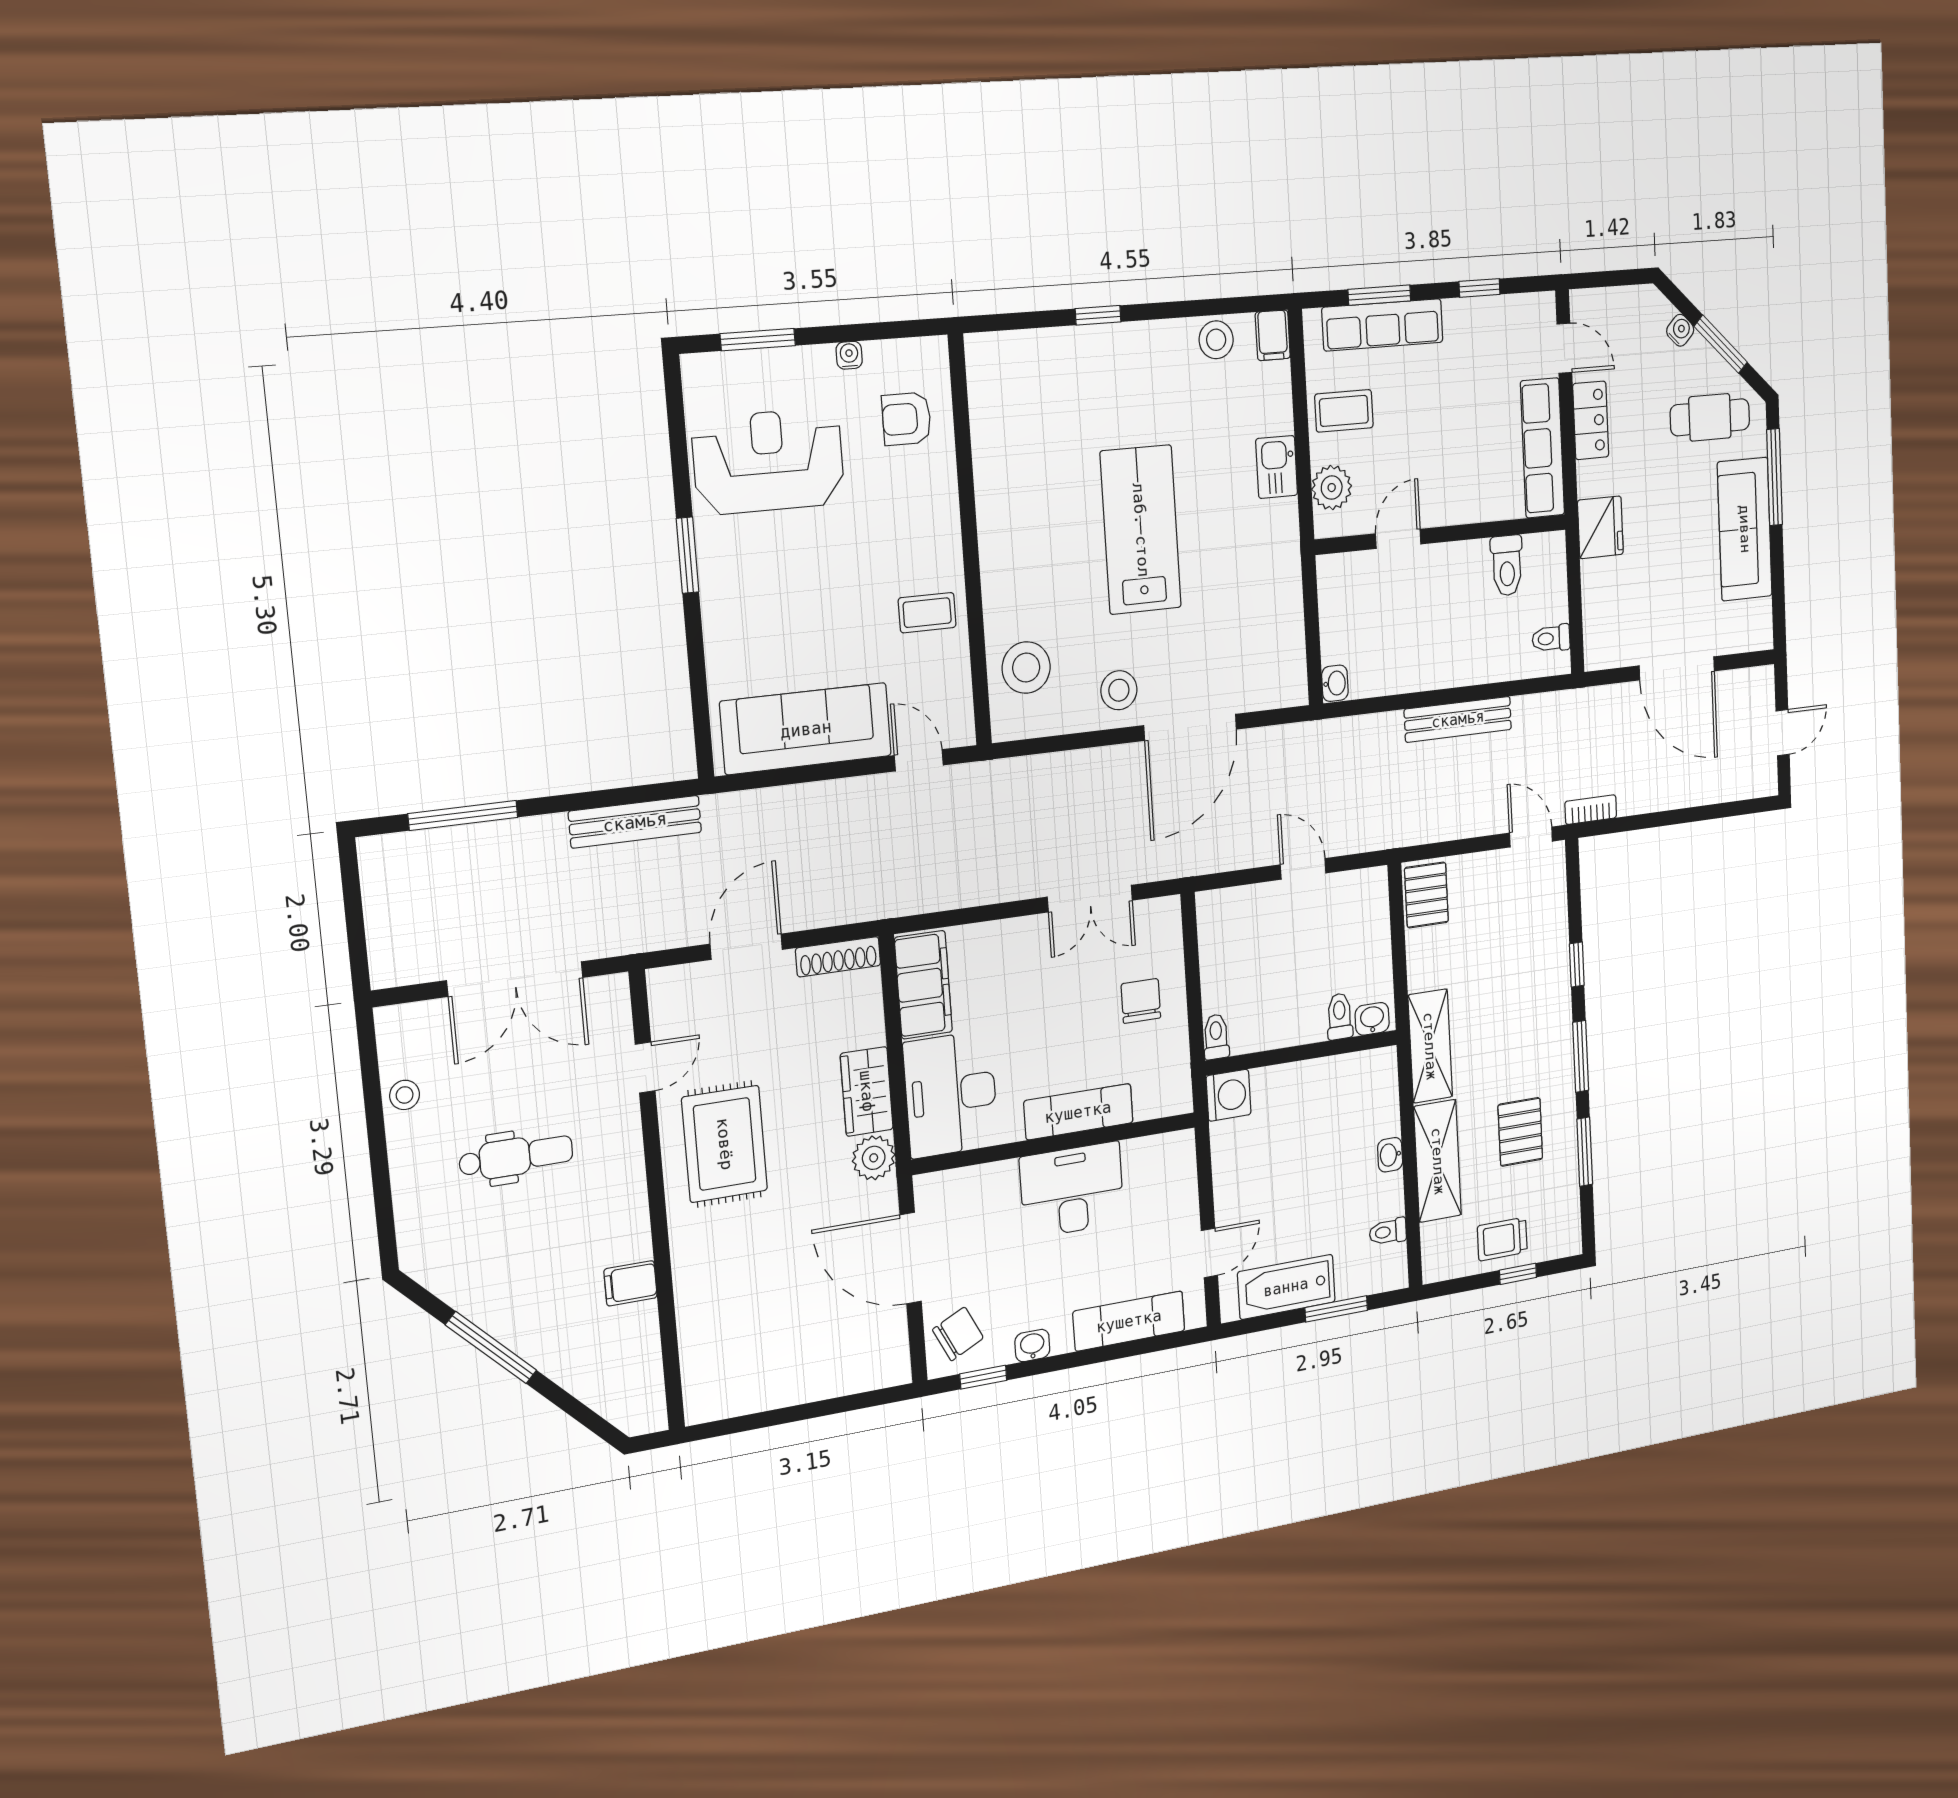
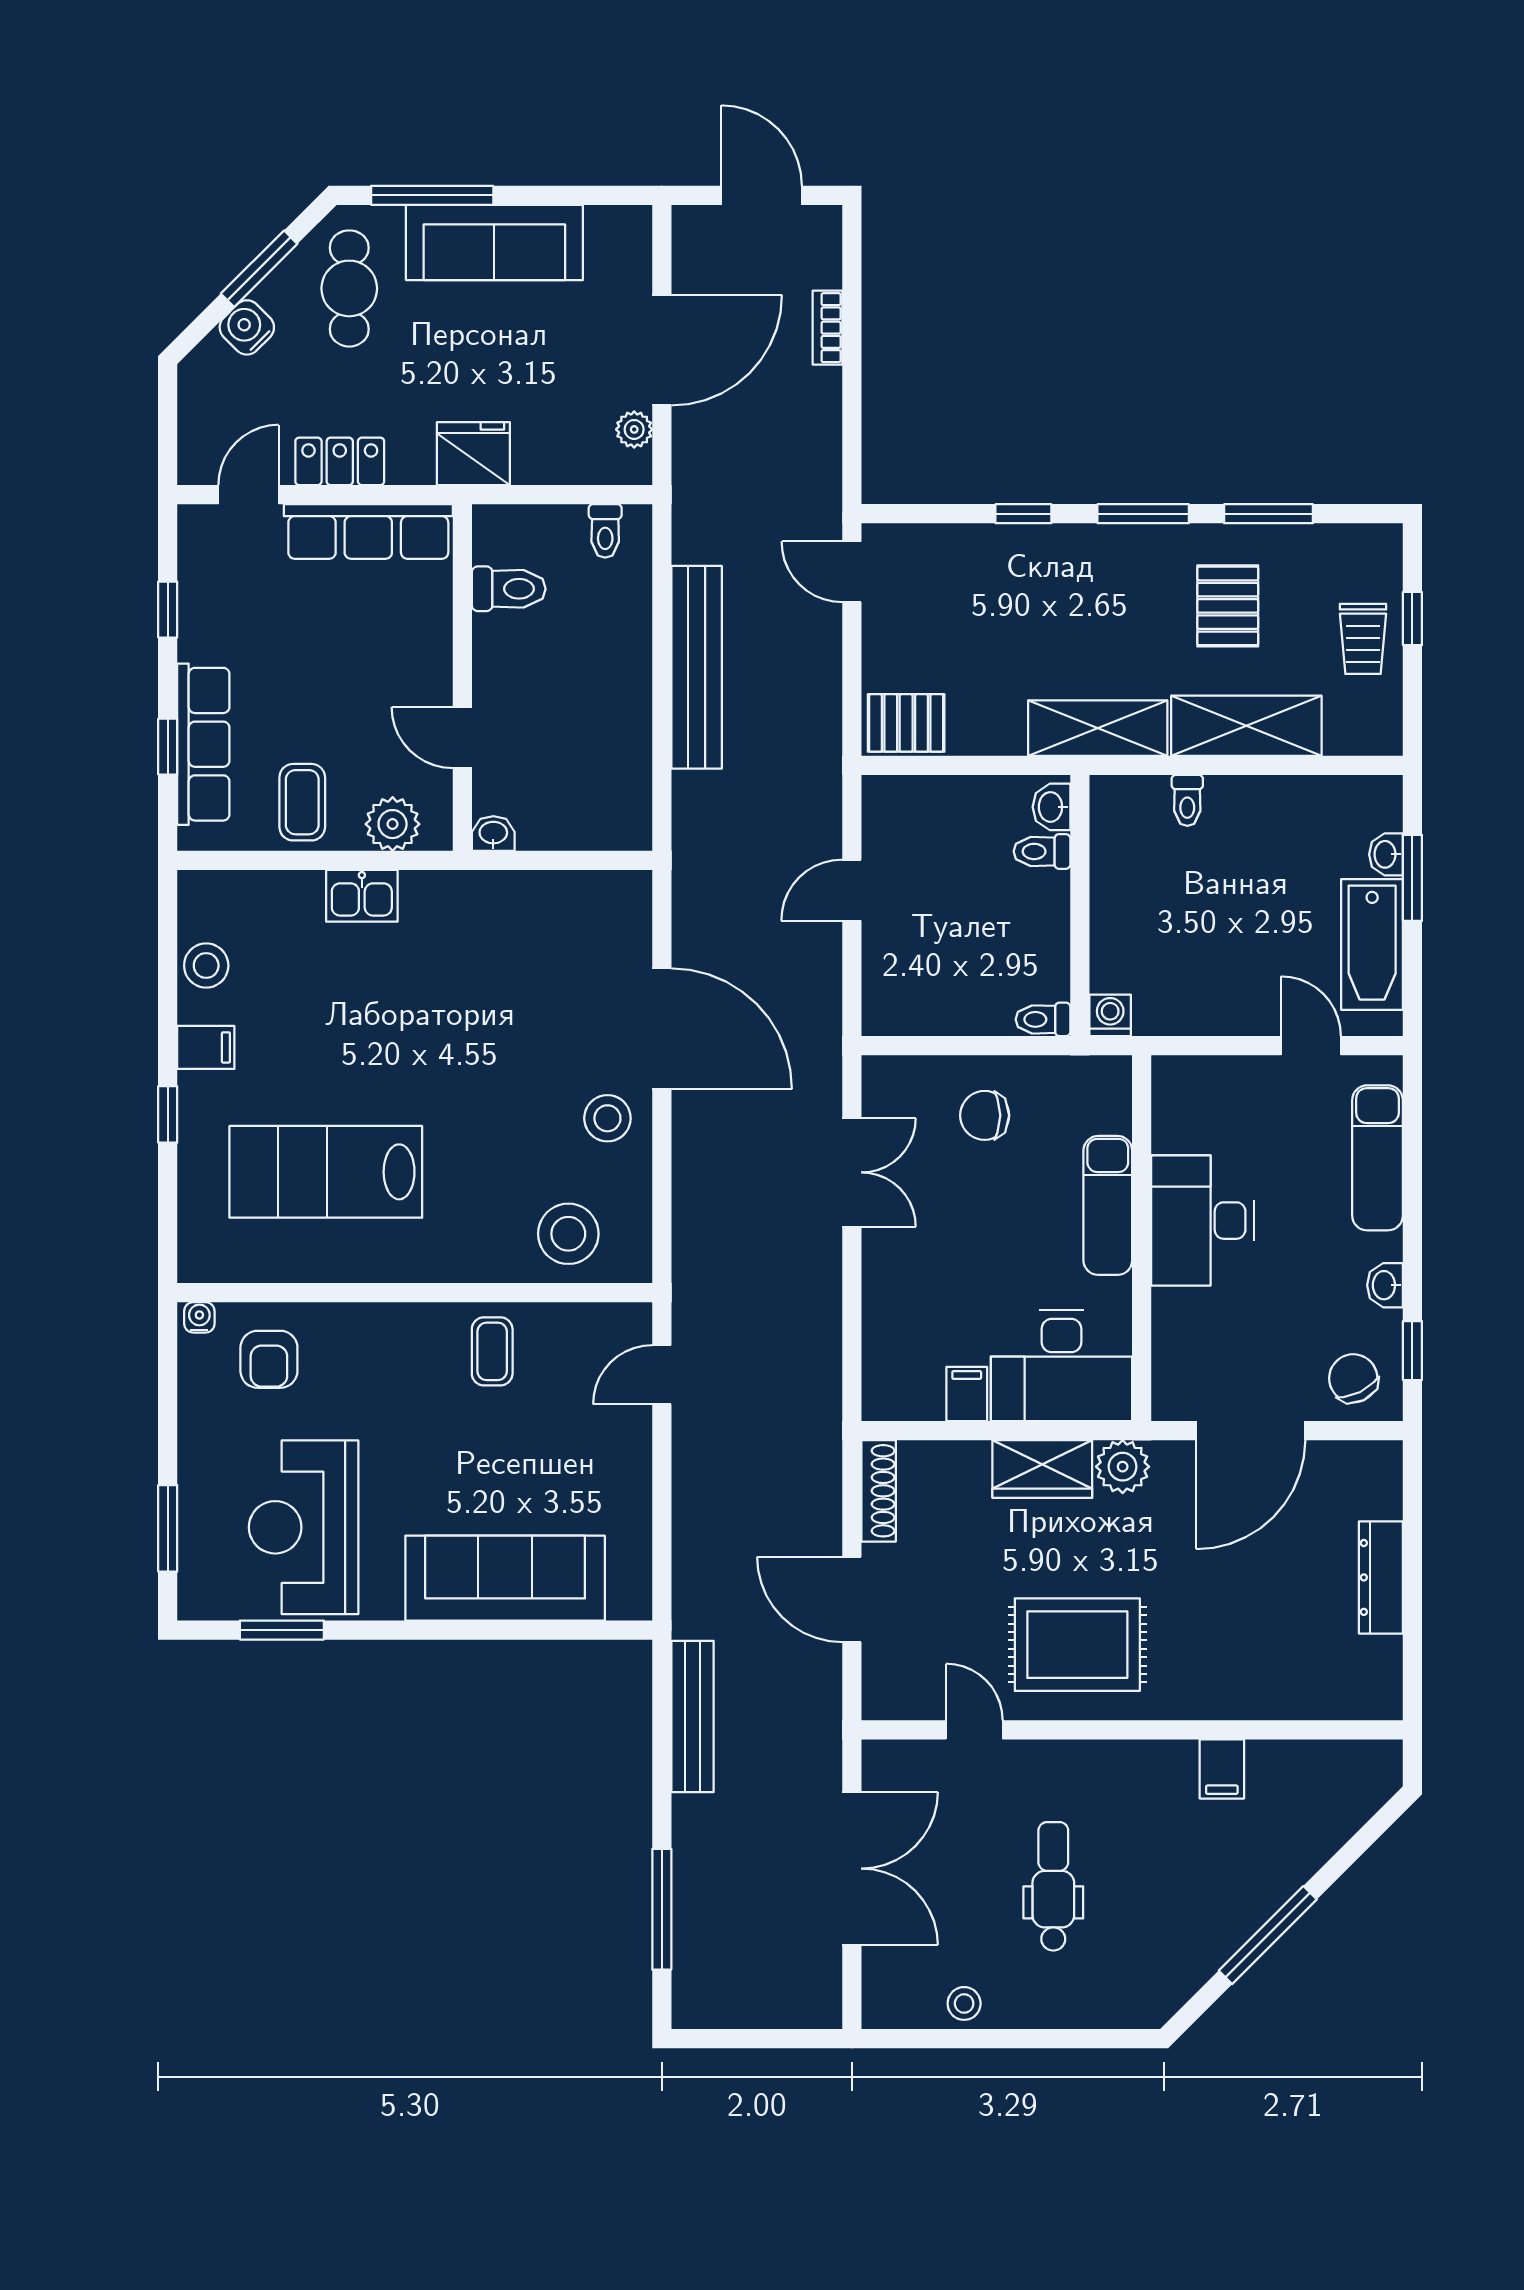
window: (1379, 295) -> (168, 747), width x0.67
water cooler: (1680, 330) -> (247, 327), width x1.38, depth x1.38
filing cabinet: (1273, 335) -> (206, 1047), moved
water cooler: (849, 355) -> (199, 1317), moved, turned 90
lab bench: (1141, 530) -> (326, 1172), moved
window: (688, 555) -> (282, 1630), moved
plant: (1622, 653) -> (634, 429), added
washbasin: (1335, 683) -> (493, 834), moved
bench: (1458, 719) -> (697, 667), width x1.37, depth x1.21
sofa: (806, 729) -> (505, 1578), moved, turned 90
door: (1783, 733) -> (762, 195), width x1.38
bookcase: (1591, 810) -> (828, 328), moved
door: (1531, 837) -> (852, 572), hinge flipped
filing cabinet: (923, 985) -> (967, 1394), width x0.33, depth x0.86
washing machine: (1228, 1095) -> (1110, 1015), width x0.73, depth x0.73
pallet: (1520, 1132) -> (1228, 606), turned 90
washbasin: (1390, 1155) -> (1386, 854), moved, turned 90
toilet: (1388, 1232) -> (1187, 800), moved
dresser: (801, 1386) -> (1381, 1577), added

